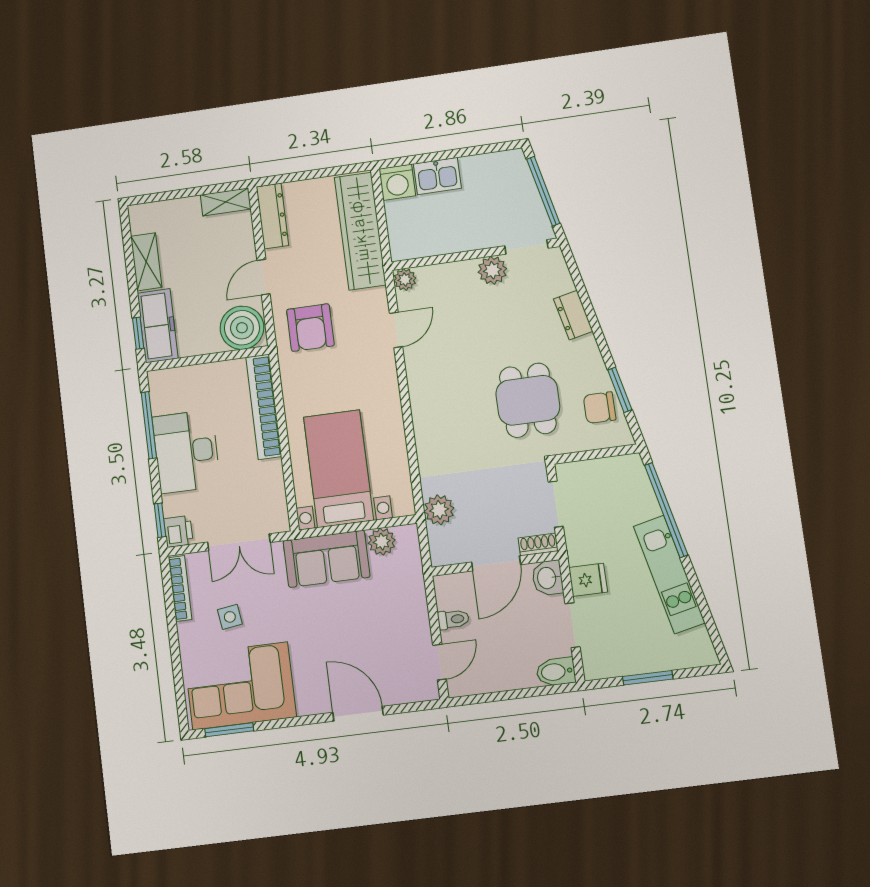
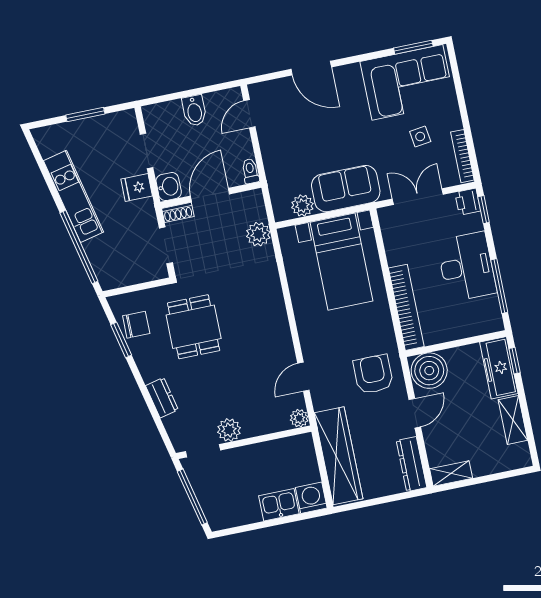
toilet: (453, 619) -> (250, 171), moved, turned 90
bidet: (556, 672) -> (194, 111), moved, turned 90

